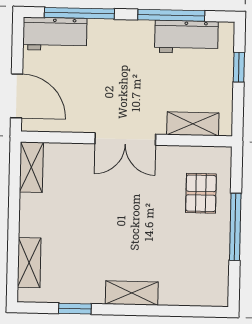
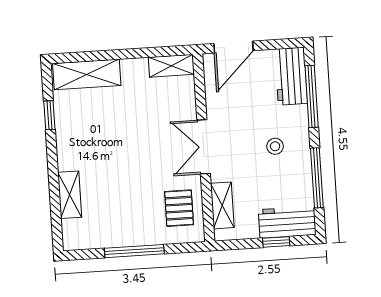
workbench: (186, 37) -> (287, 222), moved, turned 90
stool: (132, 59) -> (275, 146), added
pallet: (201, 193) -> (179, 208), moved, turned 90
shelving: (29, 263) -> (87, 74), width x1.50, depth x1.33
shelving: (132, 293) -> (70, 195), moved

